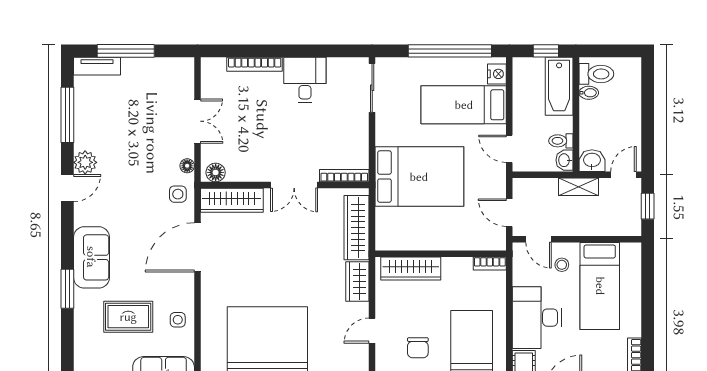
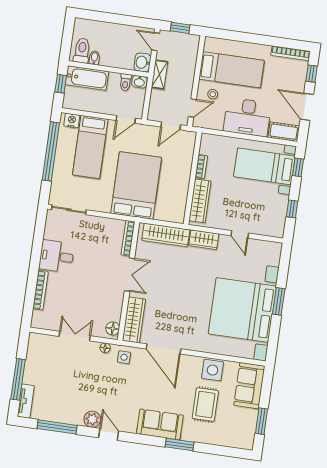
bookcase: (490, 263) -> (201, 167), moved
side table: (178, 320) -> (212, 370), width x1.87, depth x1.87
chair: (418, 348) -> (256, 204), removed

